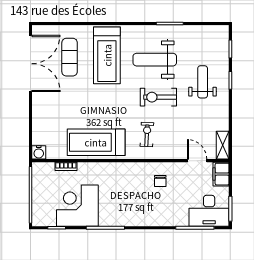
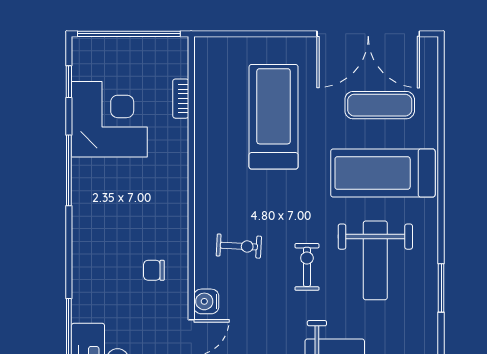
weight bench: (155, 60) -> (375, 260), turned 180
exercise bike: (158, 97) -> (307, 267), width x0.73, depth x0.72
treadmill: (96, 142) -> (274, 117), moved
water cooler: (39, 152) -> (206, 301), moved

